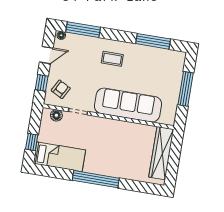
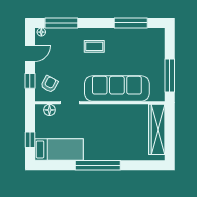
window: (186, 89) -> (170, 75), moved

